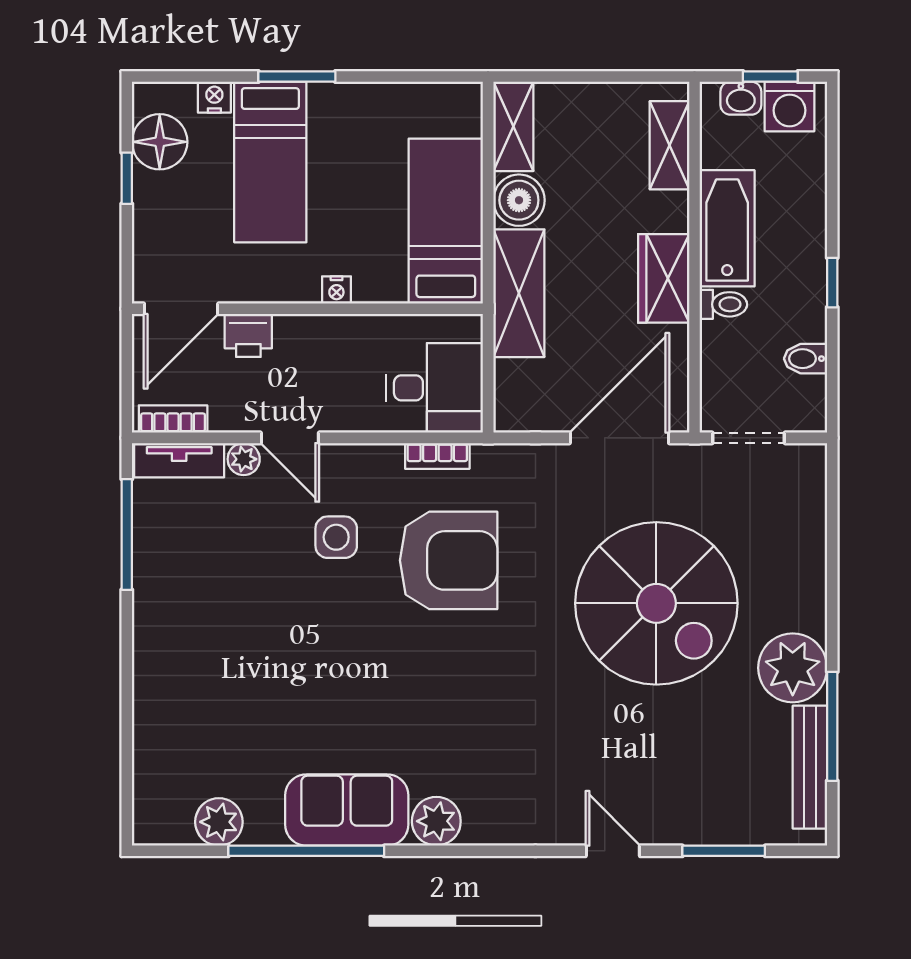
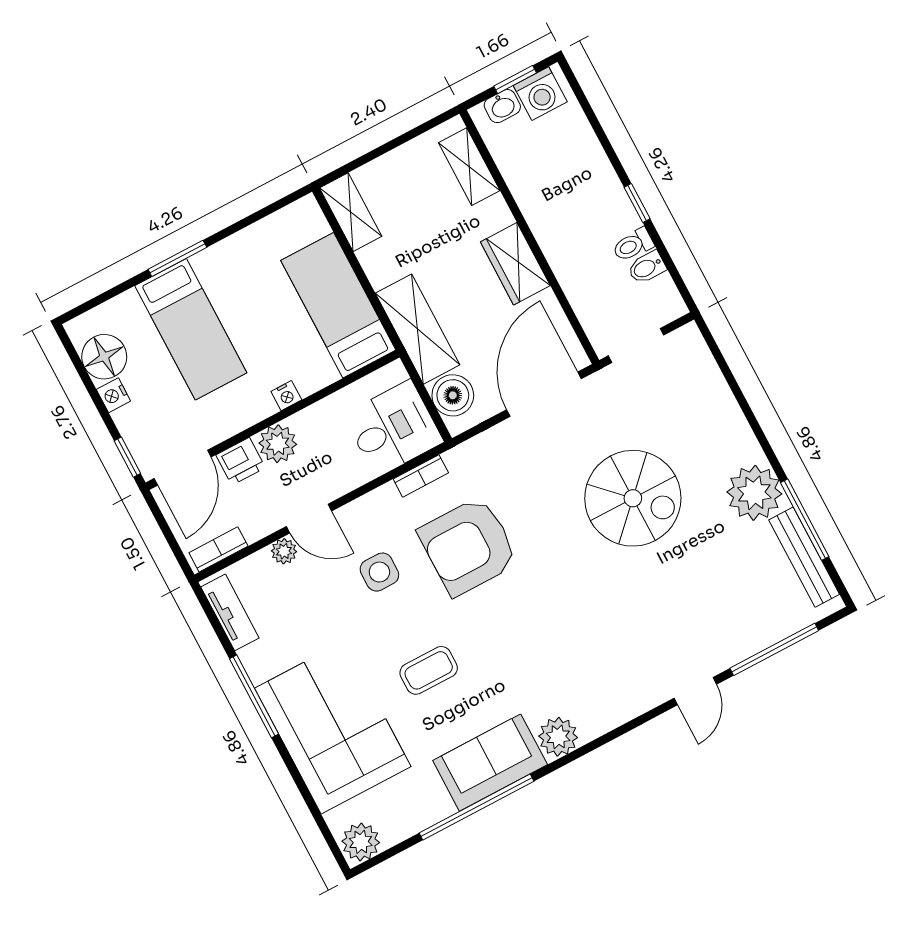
nightstand: (214, 97) -> (113, 395), moved, turned -90
window: (127, 178) -> (127, 457), moved
boiler: (519, 200) -> (453, 395), moved
bathtub: (727, 228) -> (542, 204), removed
toilet: (723, 304) -> (633, 245), moved, turned 180
plant: (299, 338) -> (278, 444), added
tv unit: (179, 460) -> (230, 612), moved, turned -90
window: (127, 534) -> (254, 696), moved
armchair: (449, 560) -> (468, 546), turned 180
spiral stairs: (656, 603) -> (633, 498), width x0.73, depth x0.73
coffee table: (333, 673) -> (429, 670), added
corner sofa: (195, 680) -> (333, 727), added
plant: (219, 822) -> (361, 842), moved
door: (613, 851) -> (695, 691), swing flipped
window: (724, 851) -> (774, 649), width x1.44

